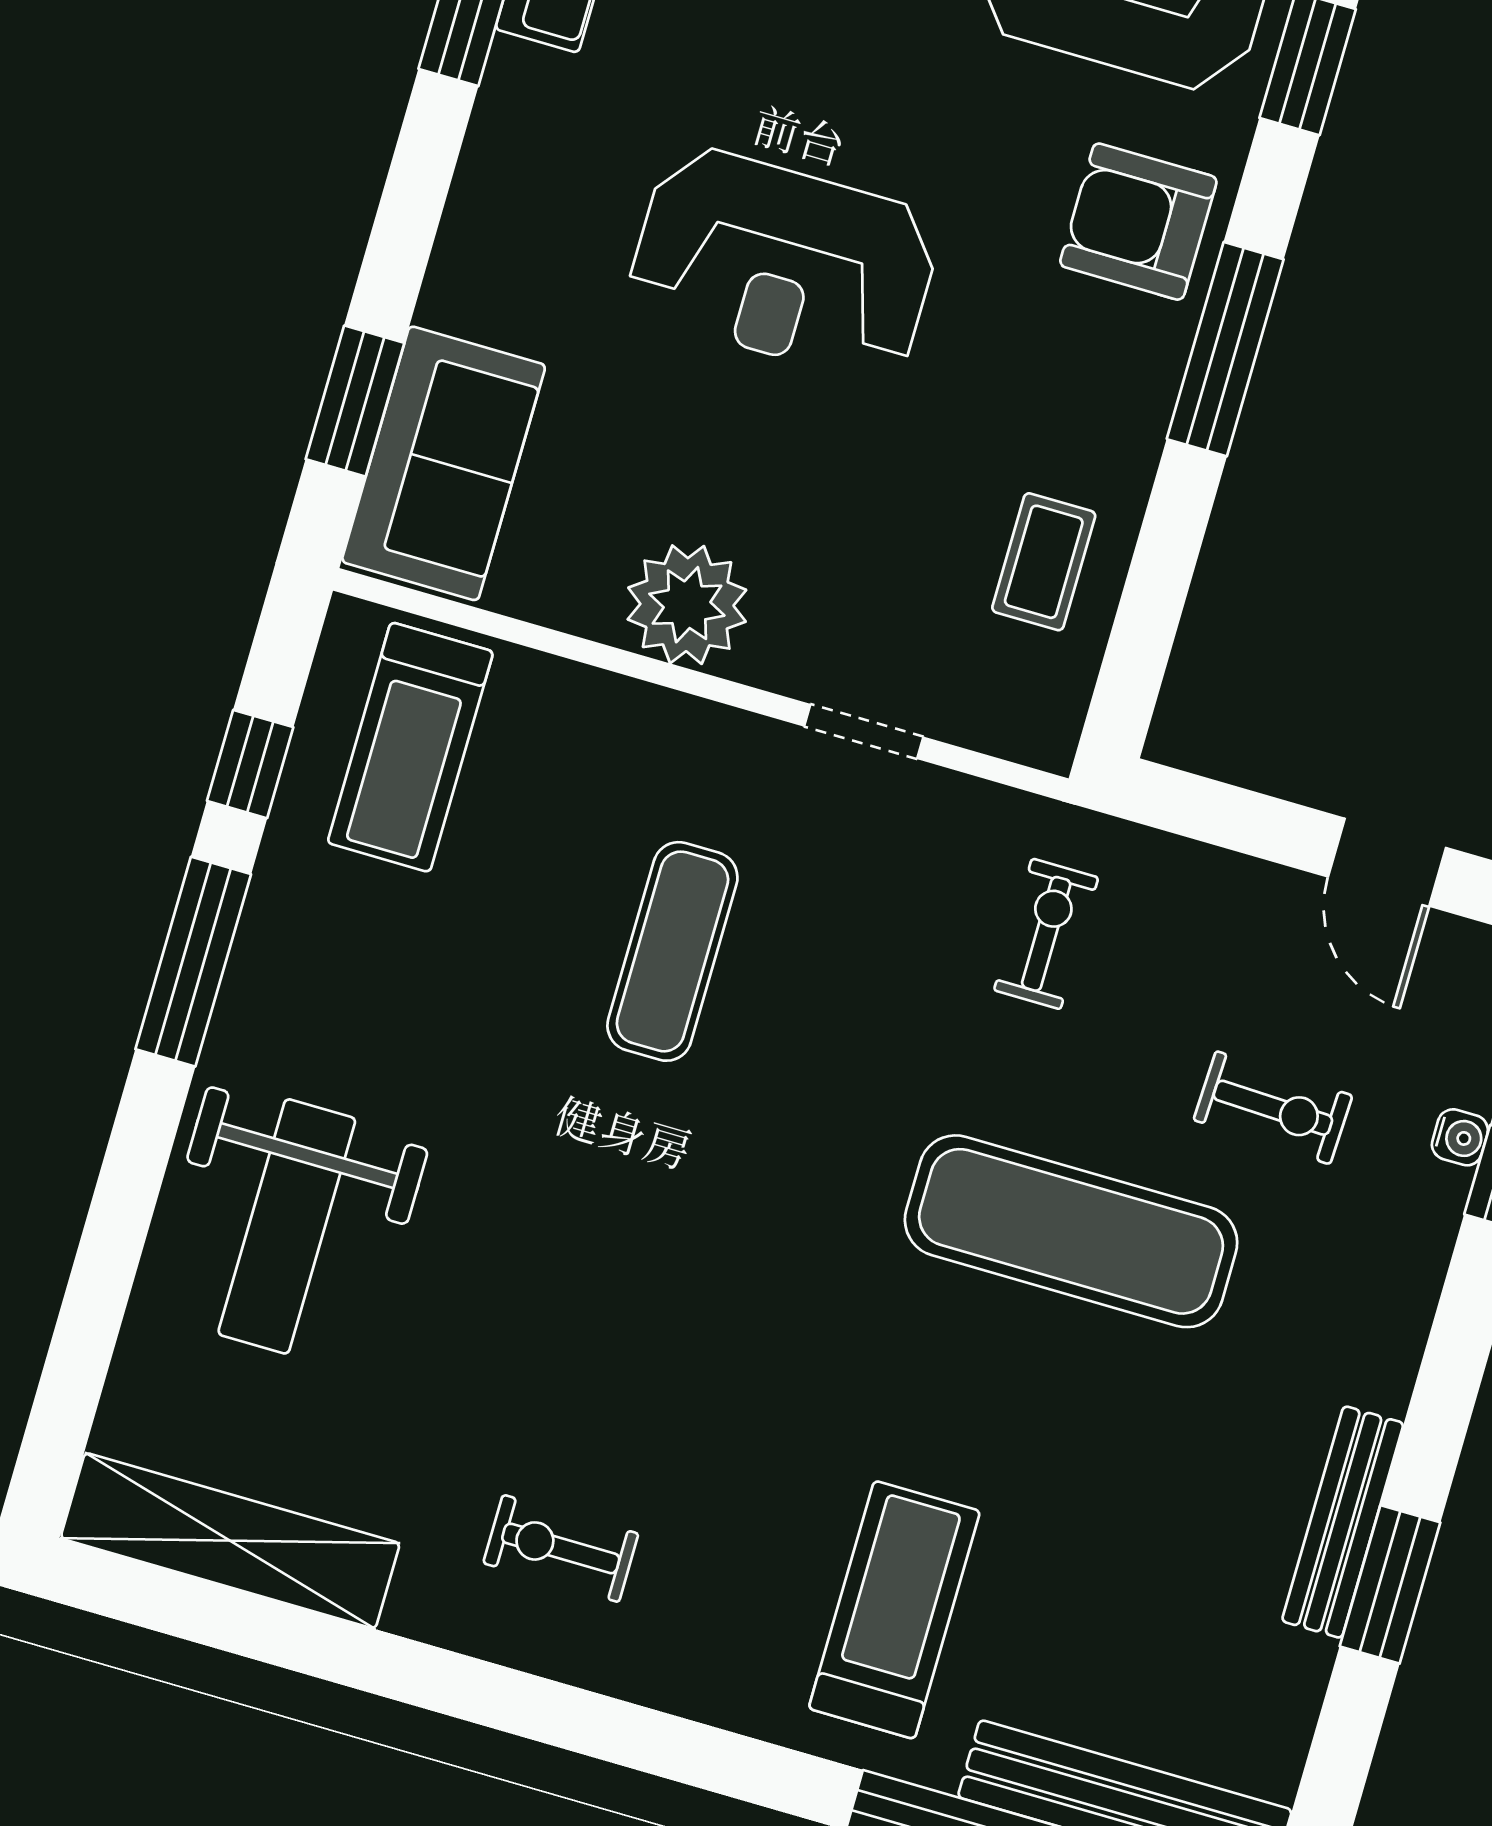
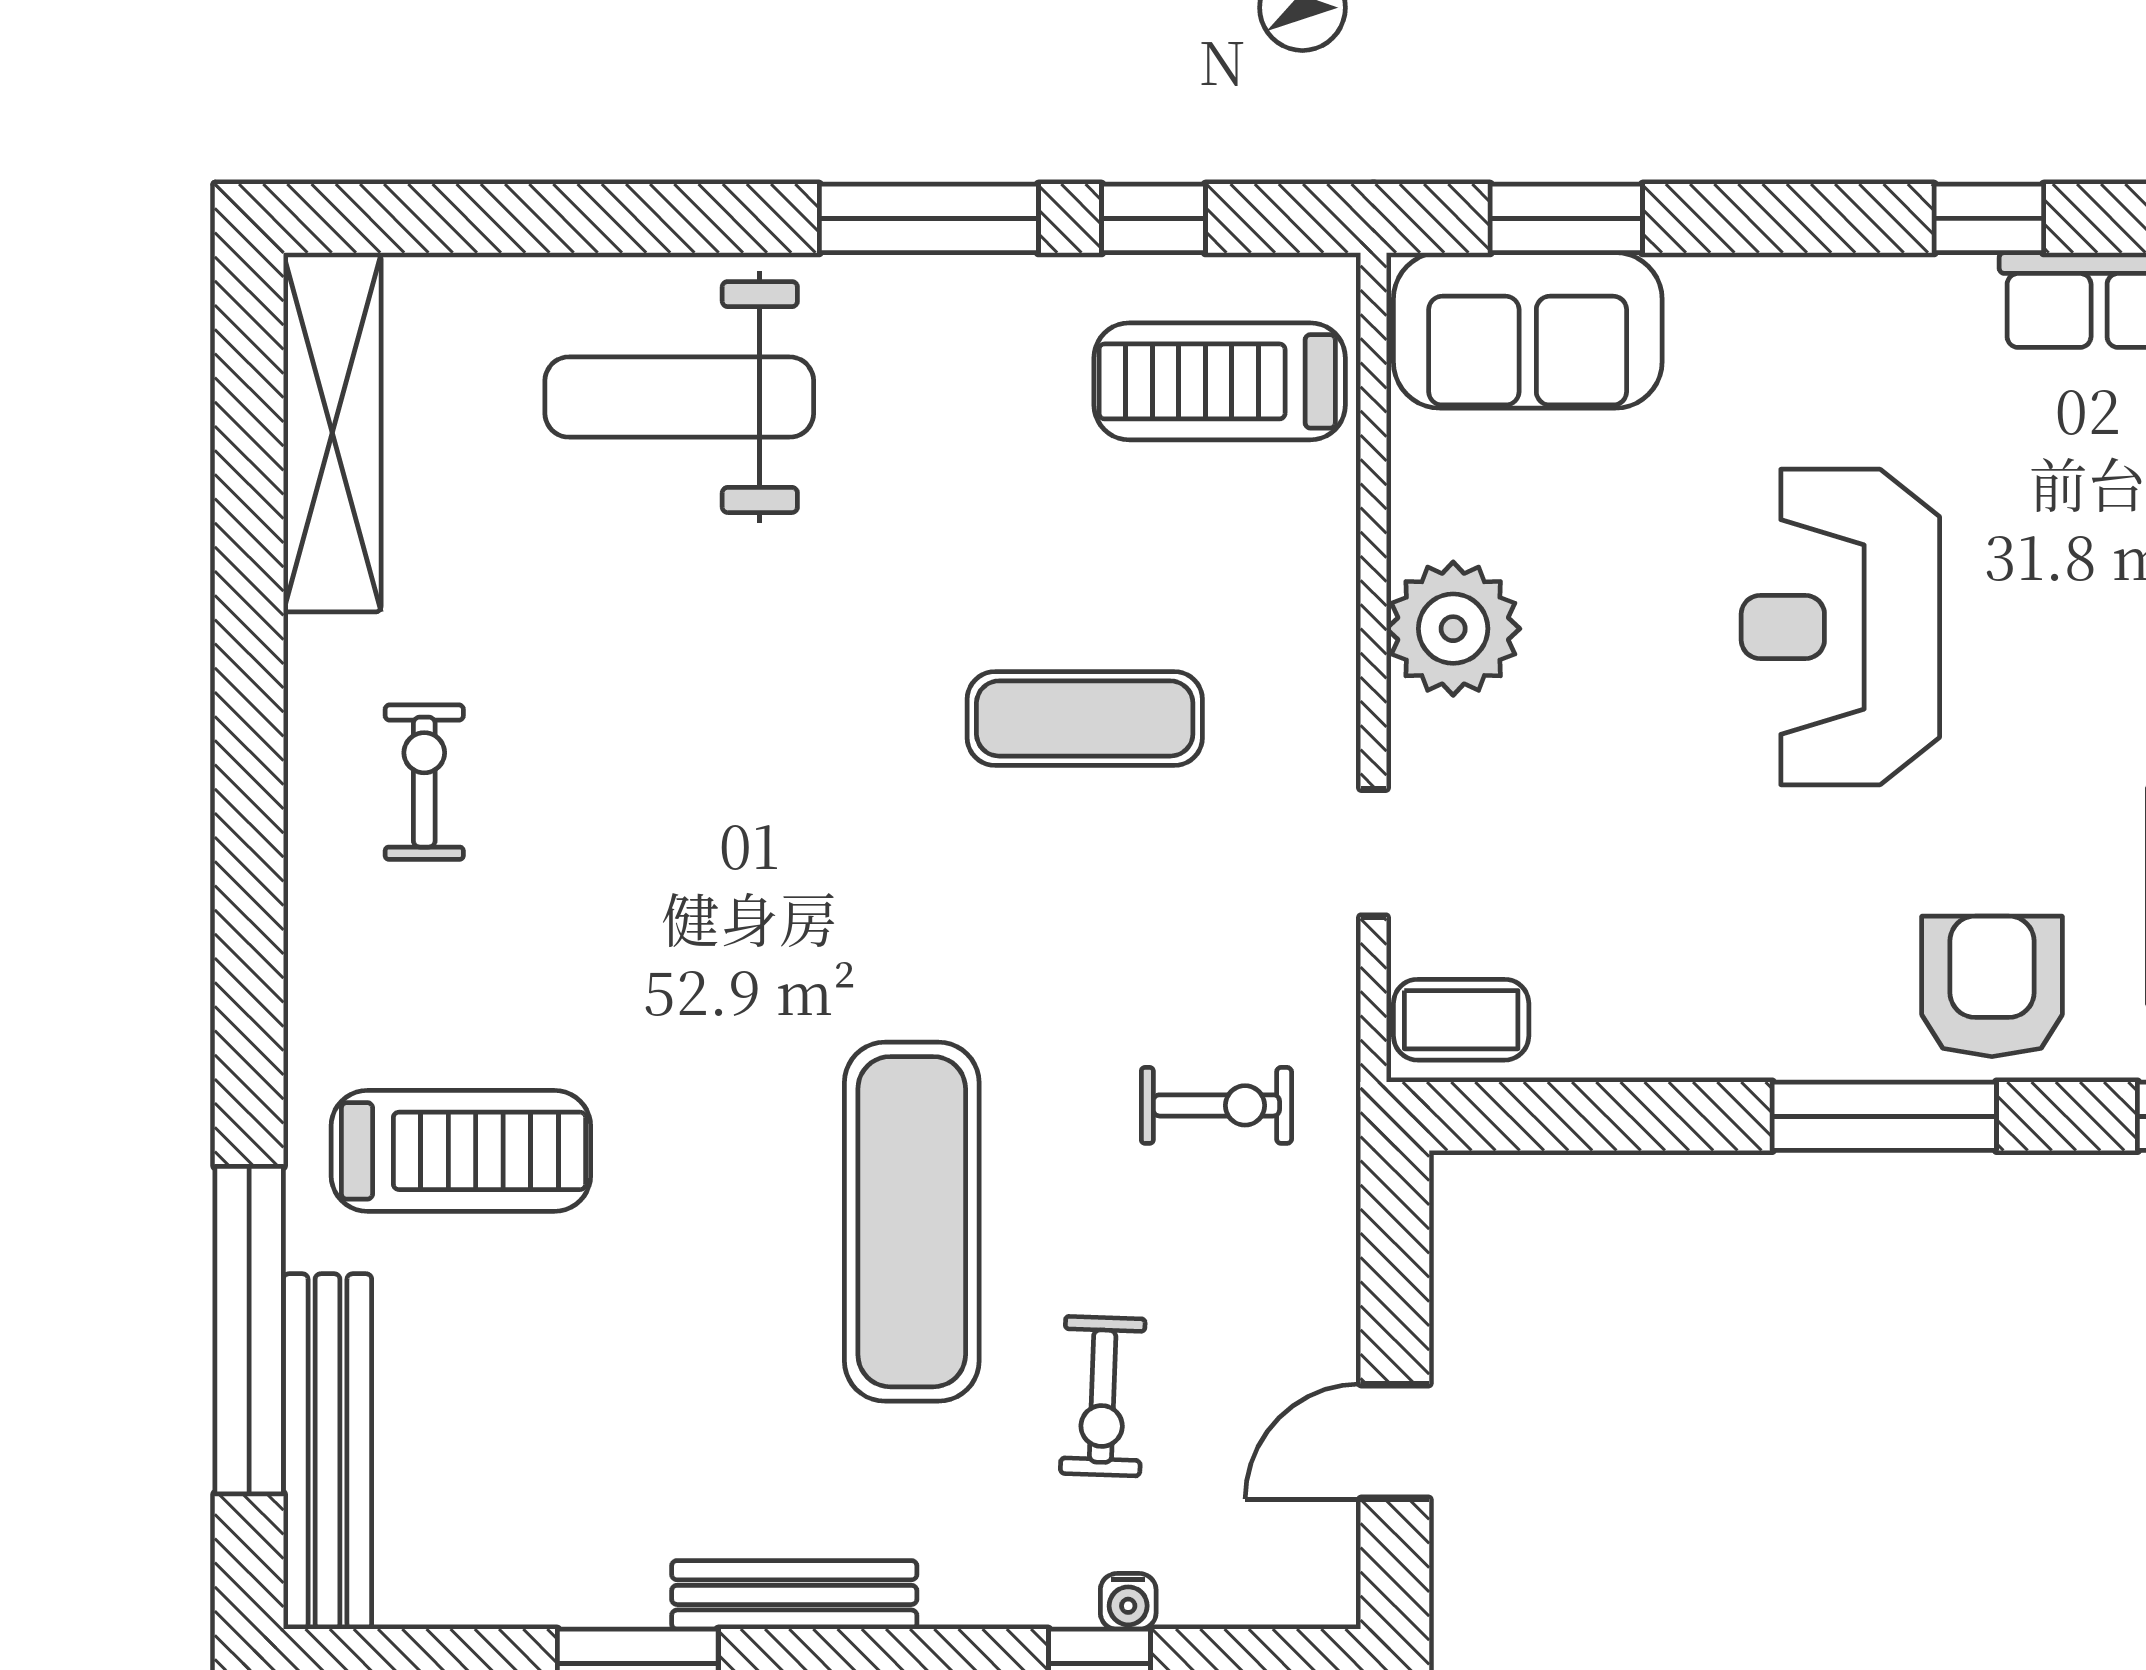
coffee table: (1044, 562) -> (1461, 1020), moved
bench: (1343, 1522) -> (794, 1595), moved

